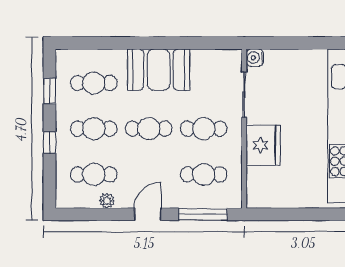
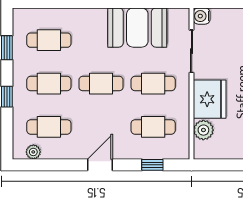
booth: (159, 70) -> (137, 28), moved
plant: (257, 178) -> (203, 130), added
plant: (107, 201) -> (33, 152), moved
window: (203, 214) -> (152, 165), width x0.46

